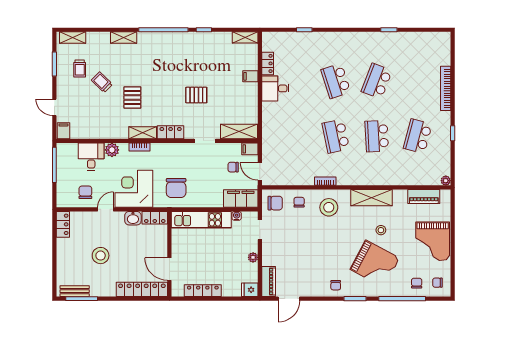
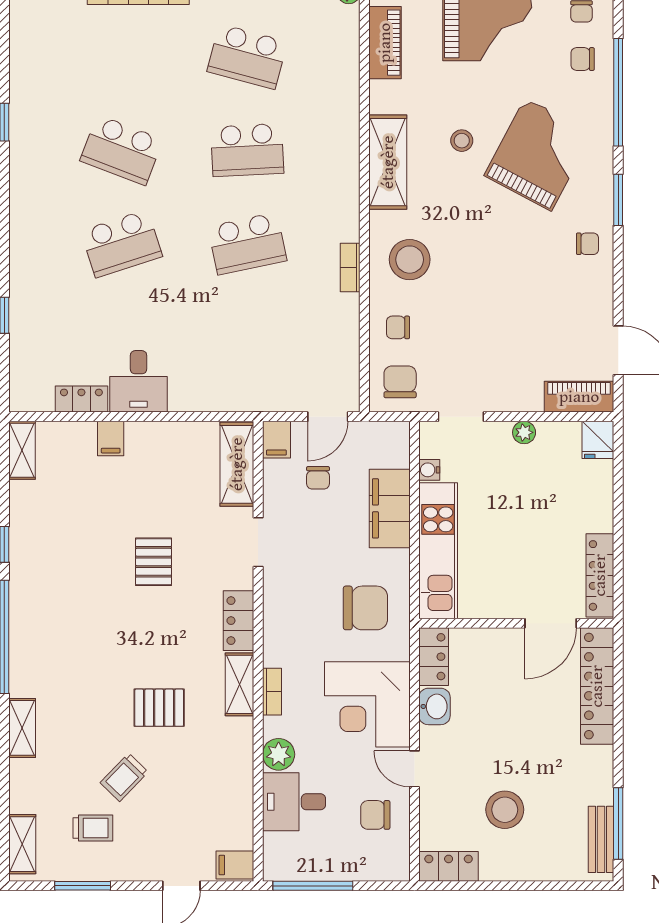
filing cabinet: (241, 199) -> (390, 508), moved
stool: (101, 256) -> (505, 810), moved
locker: (203, 291) -> (600, 575), moved

